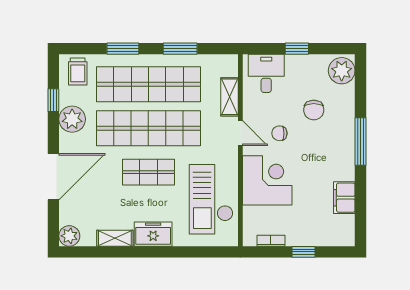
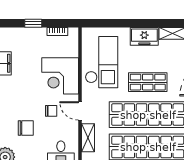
chair: (314, 110) -> (26, 128), turned 90

